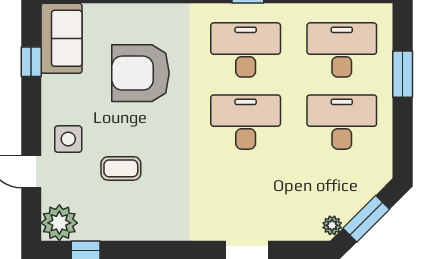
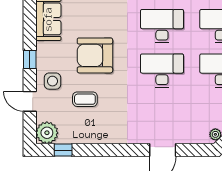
window: (31, 62) -> (30, 60), moved
armchair: (141, 73) -> (95, 55), moved

